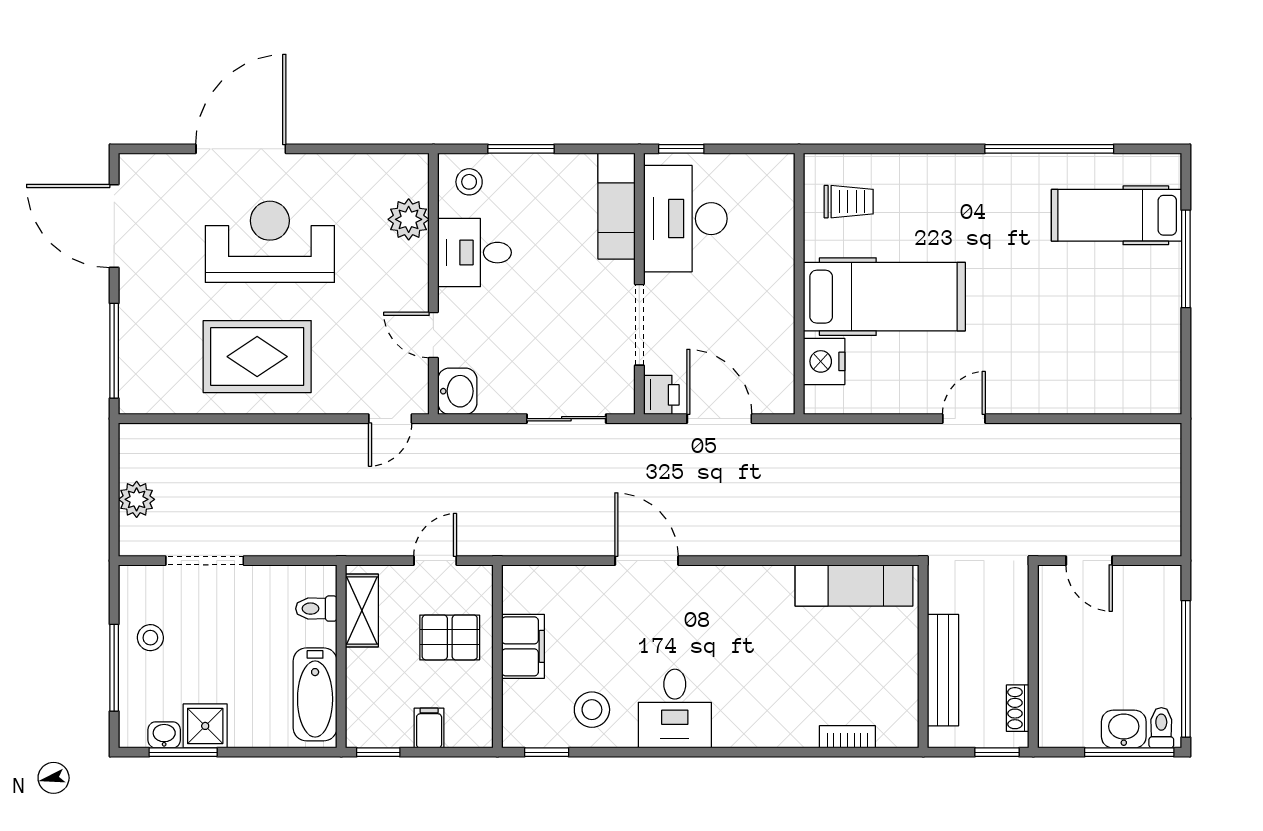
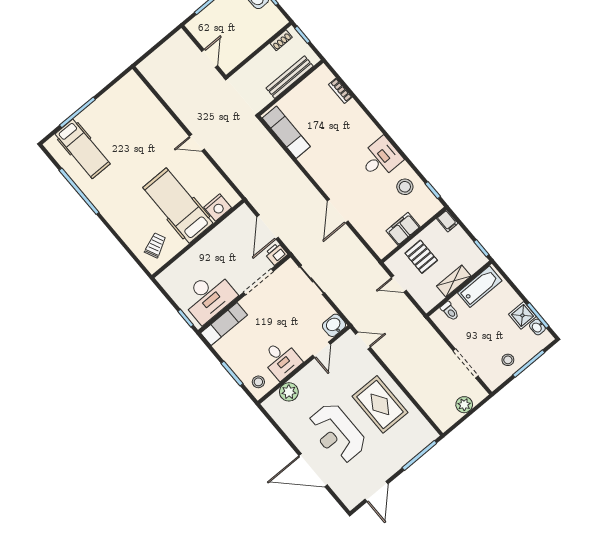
trolley: (849, 202) -> (155, 245), turned 65
door: (114, 226) -> (376, 492), width x0.73
shelving: (362, 611) -> (454, 281), moved
filing cabinet: (429, 728) -> (447, 221), moved, turned -90

